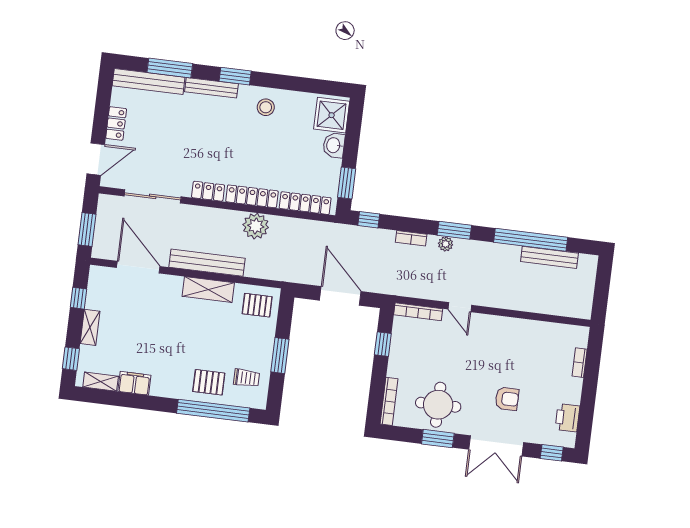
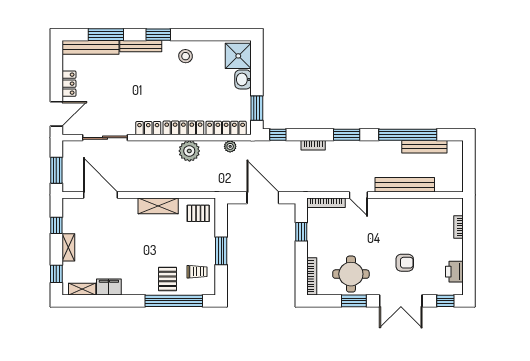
plant: (446, 244) -> (230, 146), moved
bench: (207, 263) -> (405, 185), moved
pallet: (209, 382) -> (168, 279), turned 90

